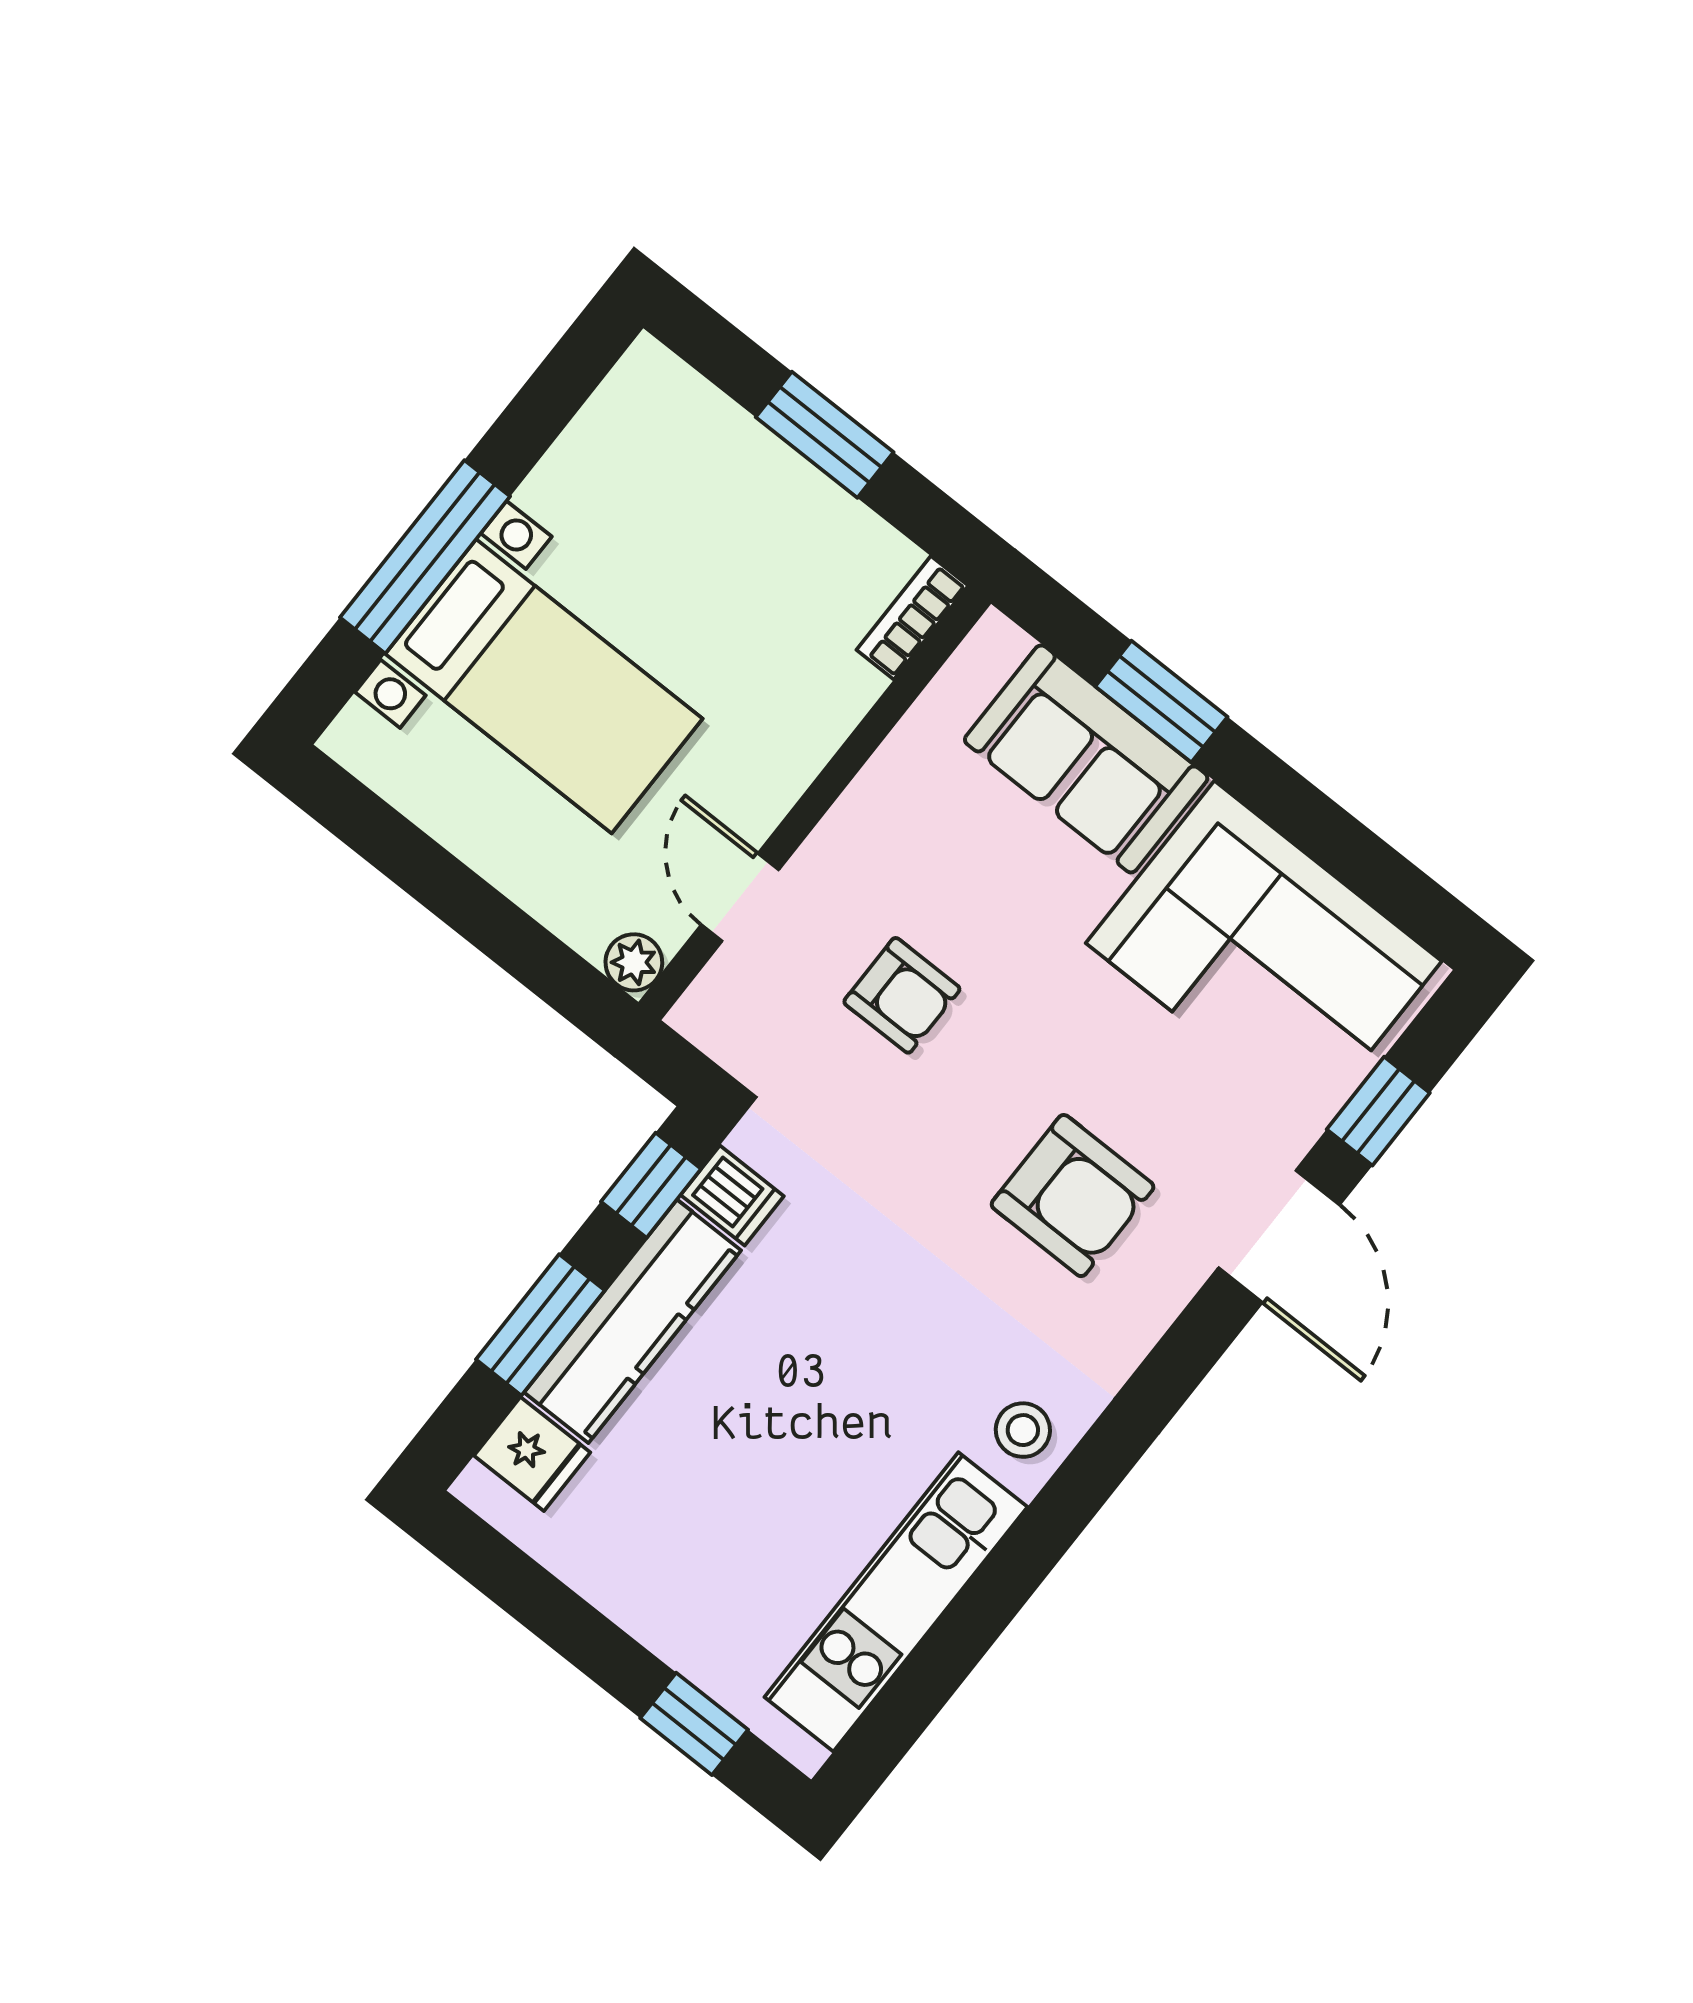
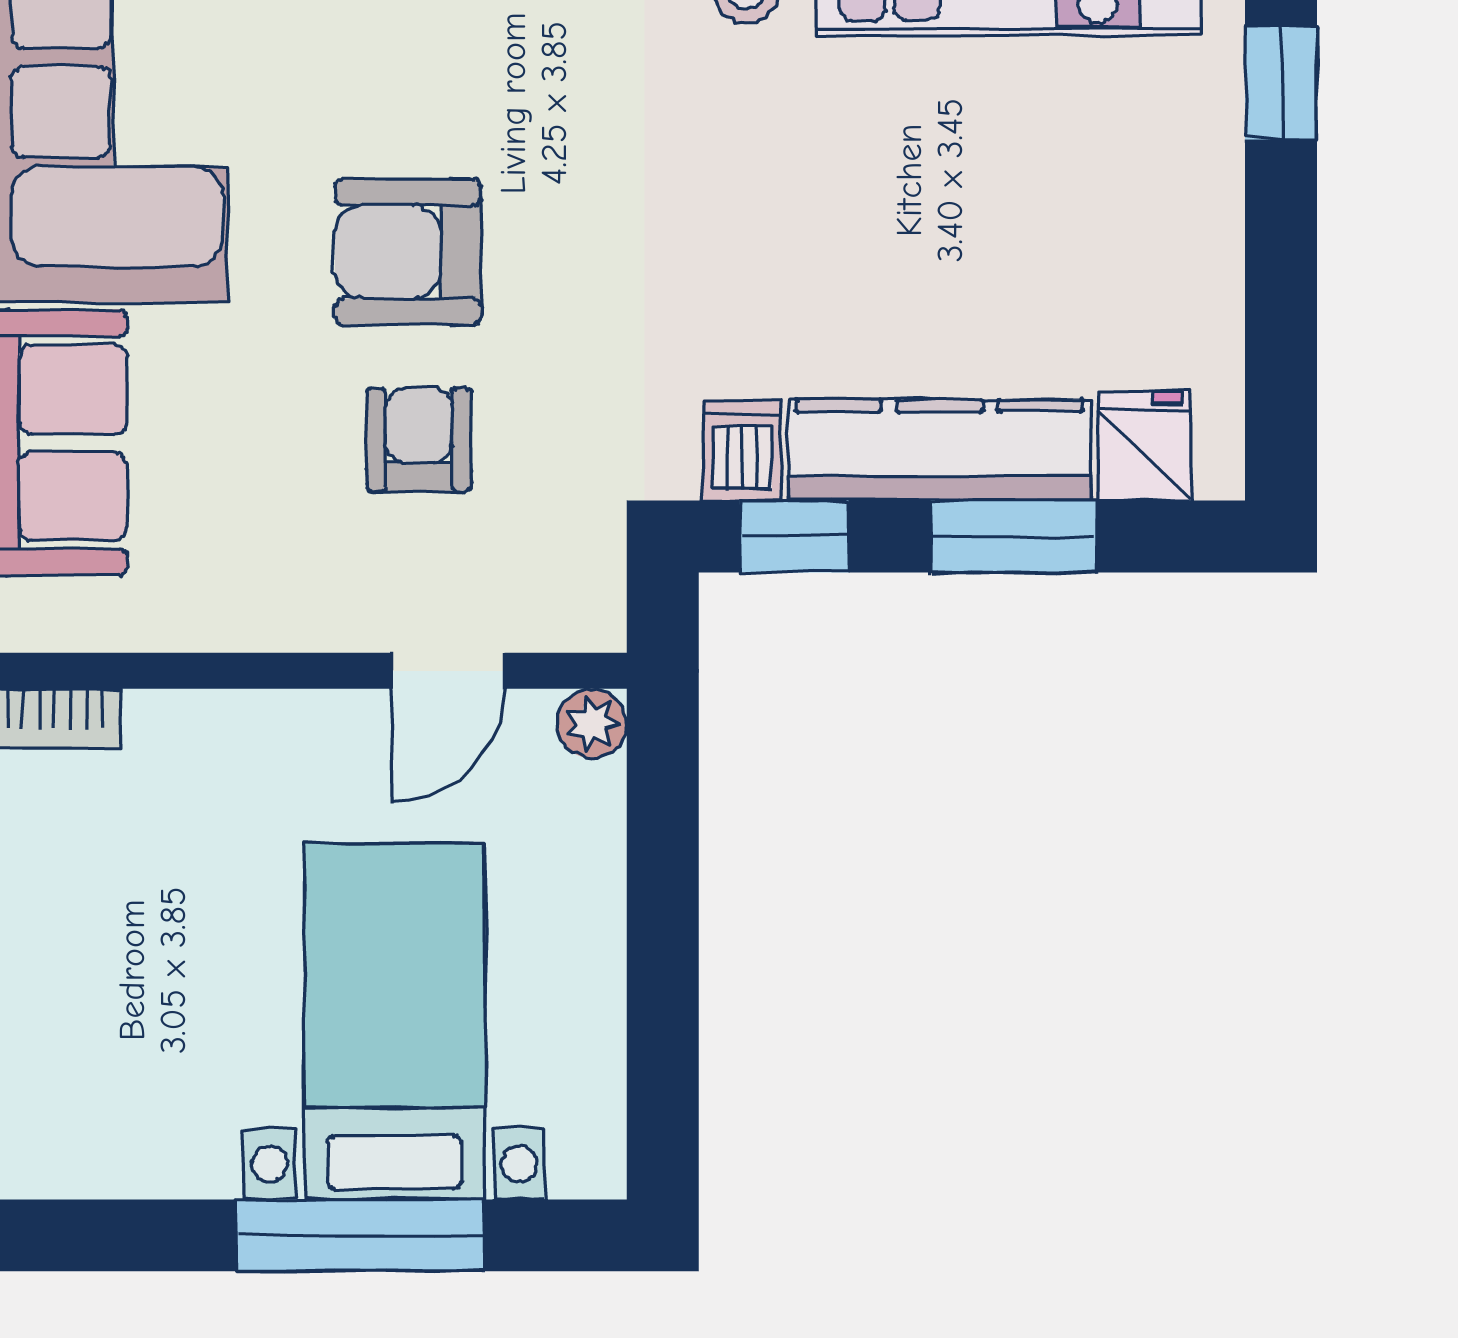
armchair: (1073, 1196) -> (408, 252), moved, turned -90

